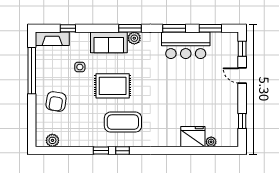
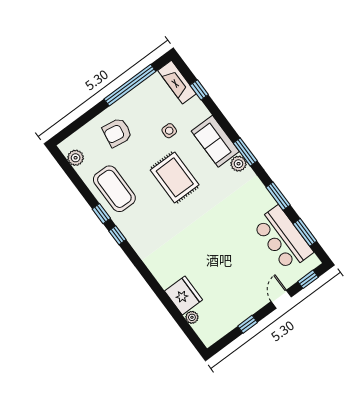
bar counter: (186, 45) -> (283, 238), moved
window: (242, 121) -> (248, 324), moved
coffee table: (123, 122) -> (114, 189), moved

